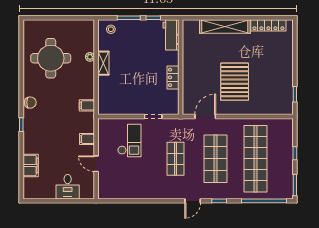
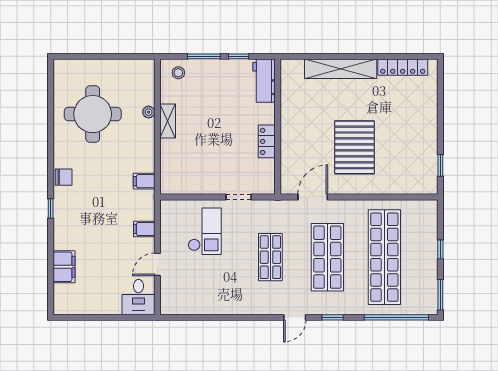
door: (96, 164) -> (157, 264), hinge flipped
desk: (68, 187) -> (138, 297), moved

